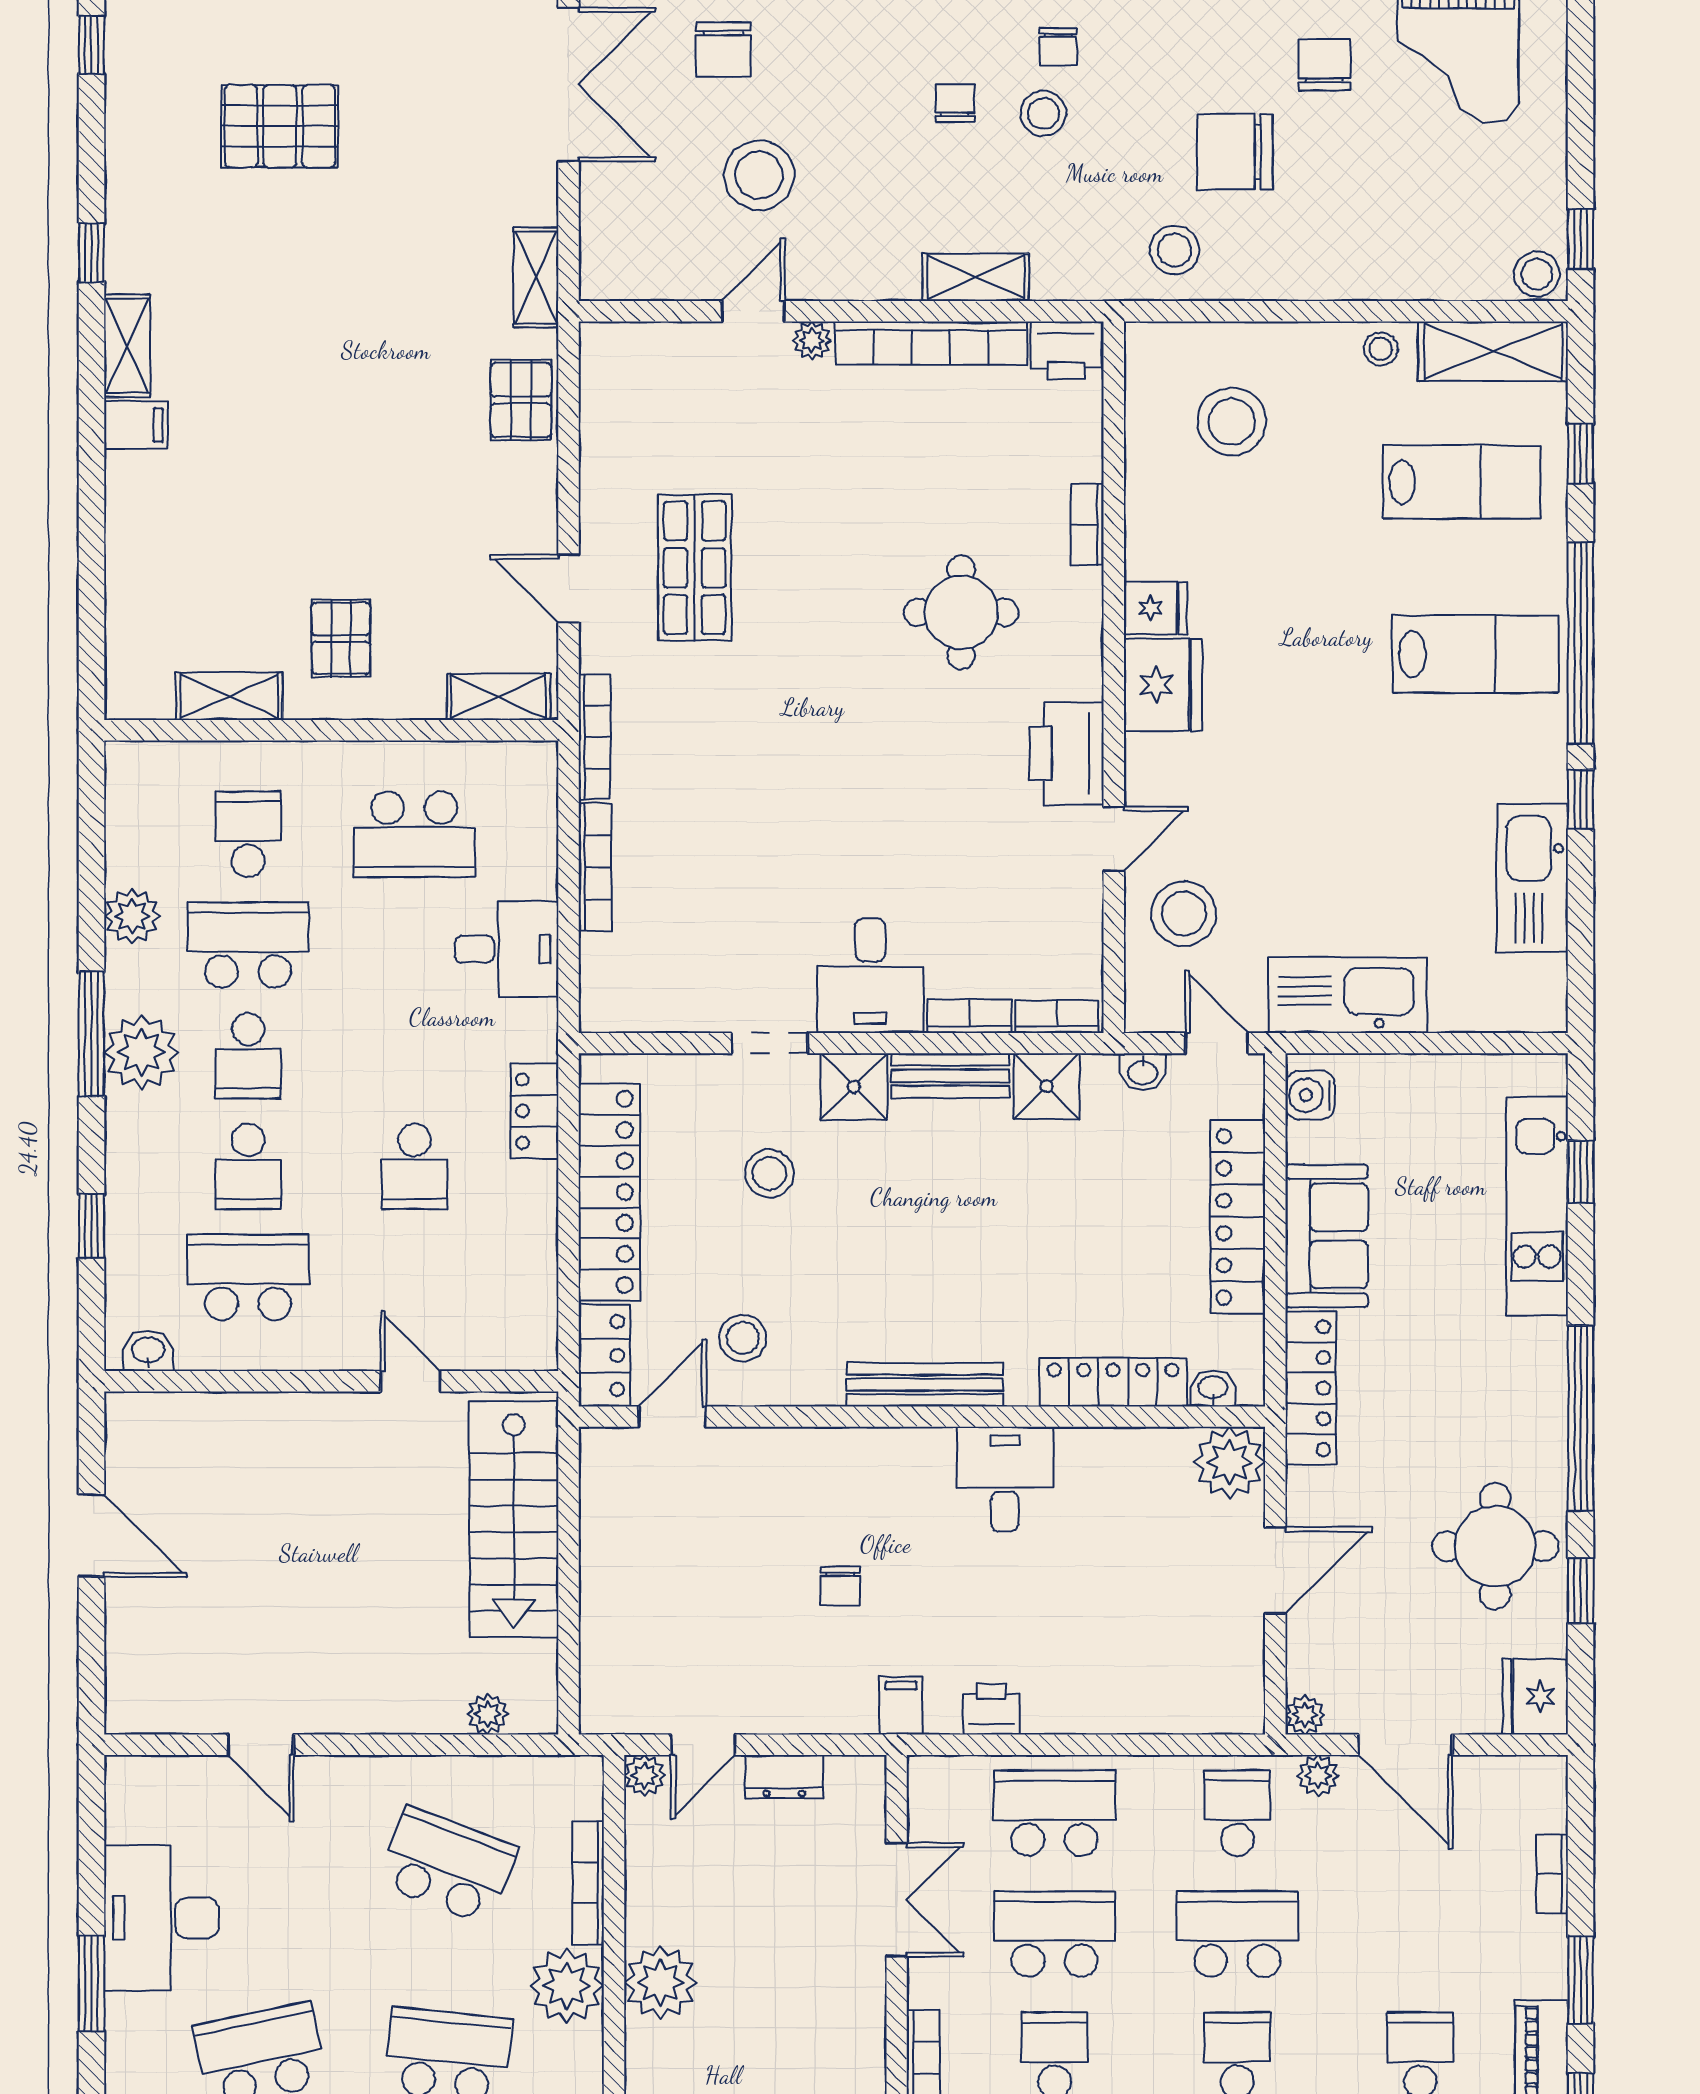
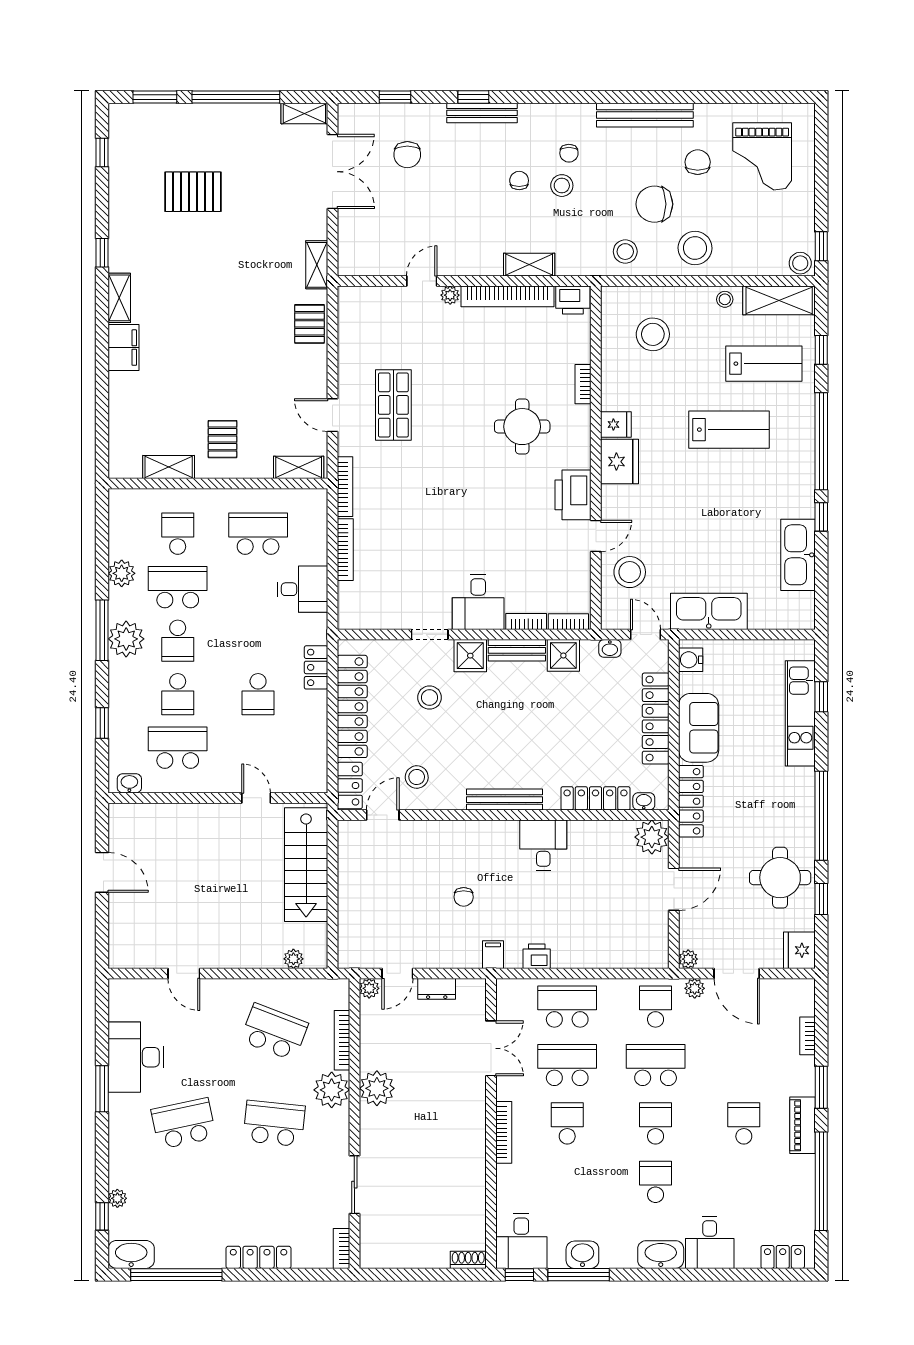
stool: (759, 175) -> (695, 248), moved
filing cabinet: (136, 425) -> (124, 348), width x2.00
lab bench: (1475, 654) -> (729, 430), moved
school desk: (414, 834) -> (258, 534), turned 180

